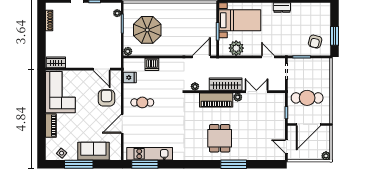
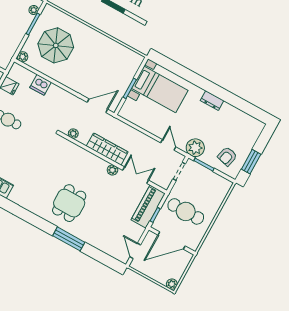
plant: (236, 48) -> (195, 148), moved
piano: (216, 100) -> (148, 207), moved, turned 90

